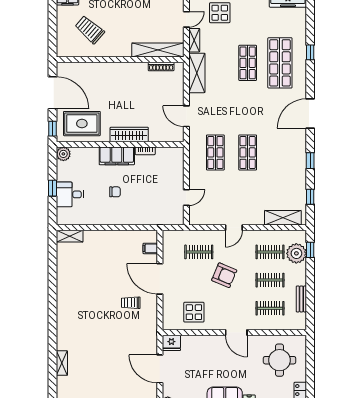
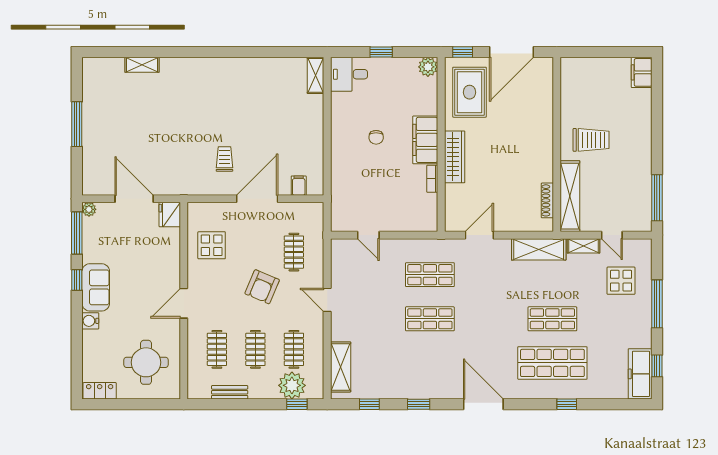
trolley: (90, 29) -> (591, 140), moved, turned 49
desk: (70, 194) -> (349, 74), moved, turned -90
door: (160, 369) -> (134, 199), hinge flipped

